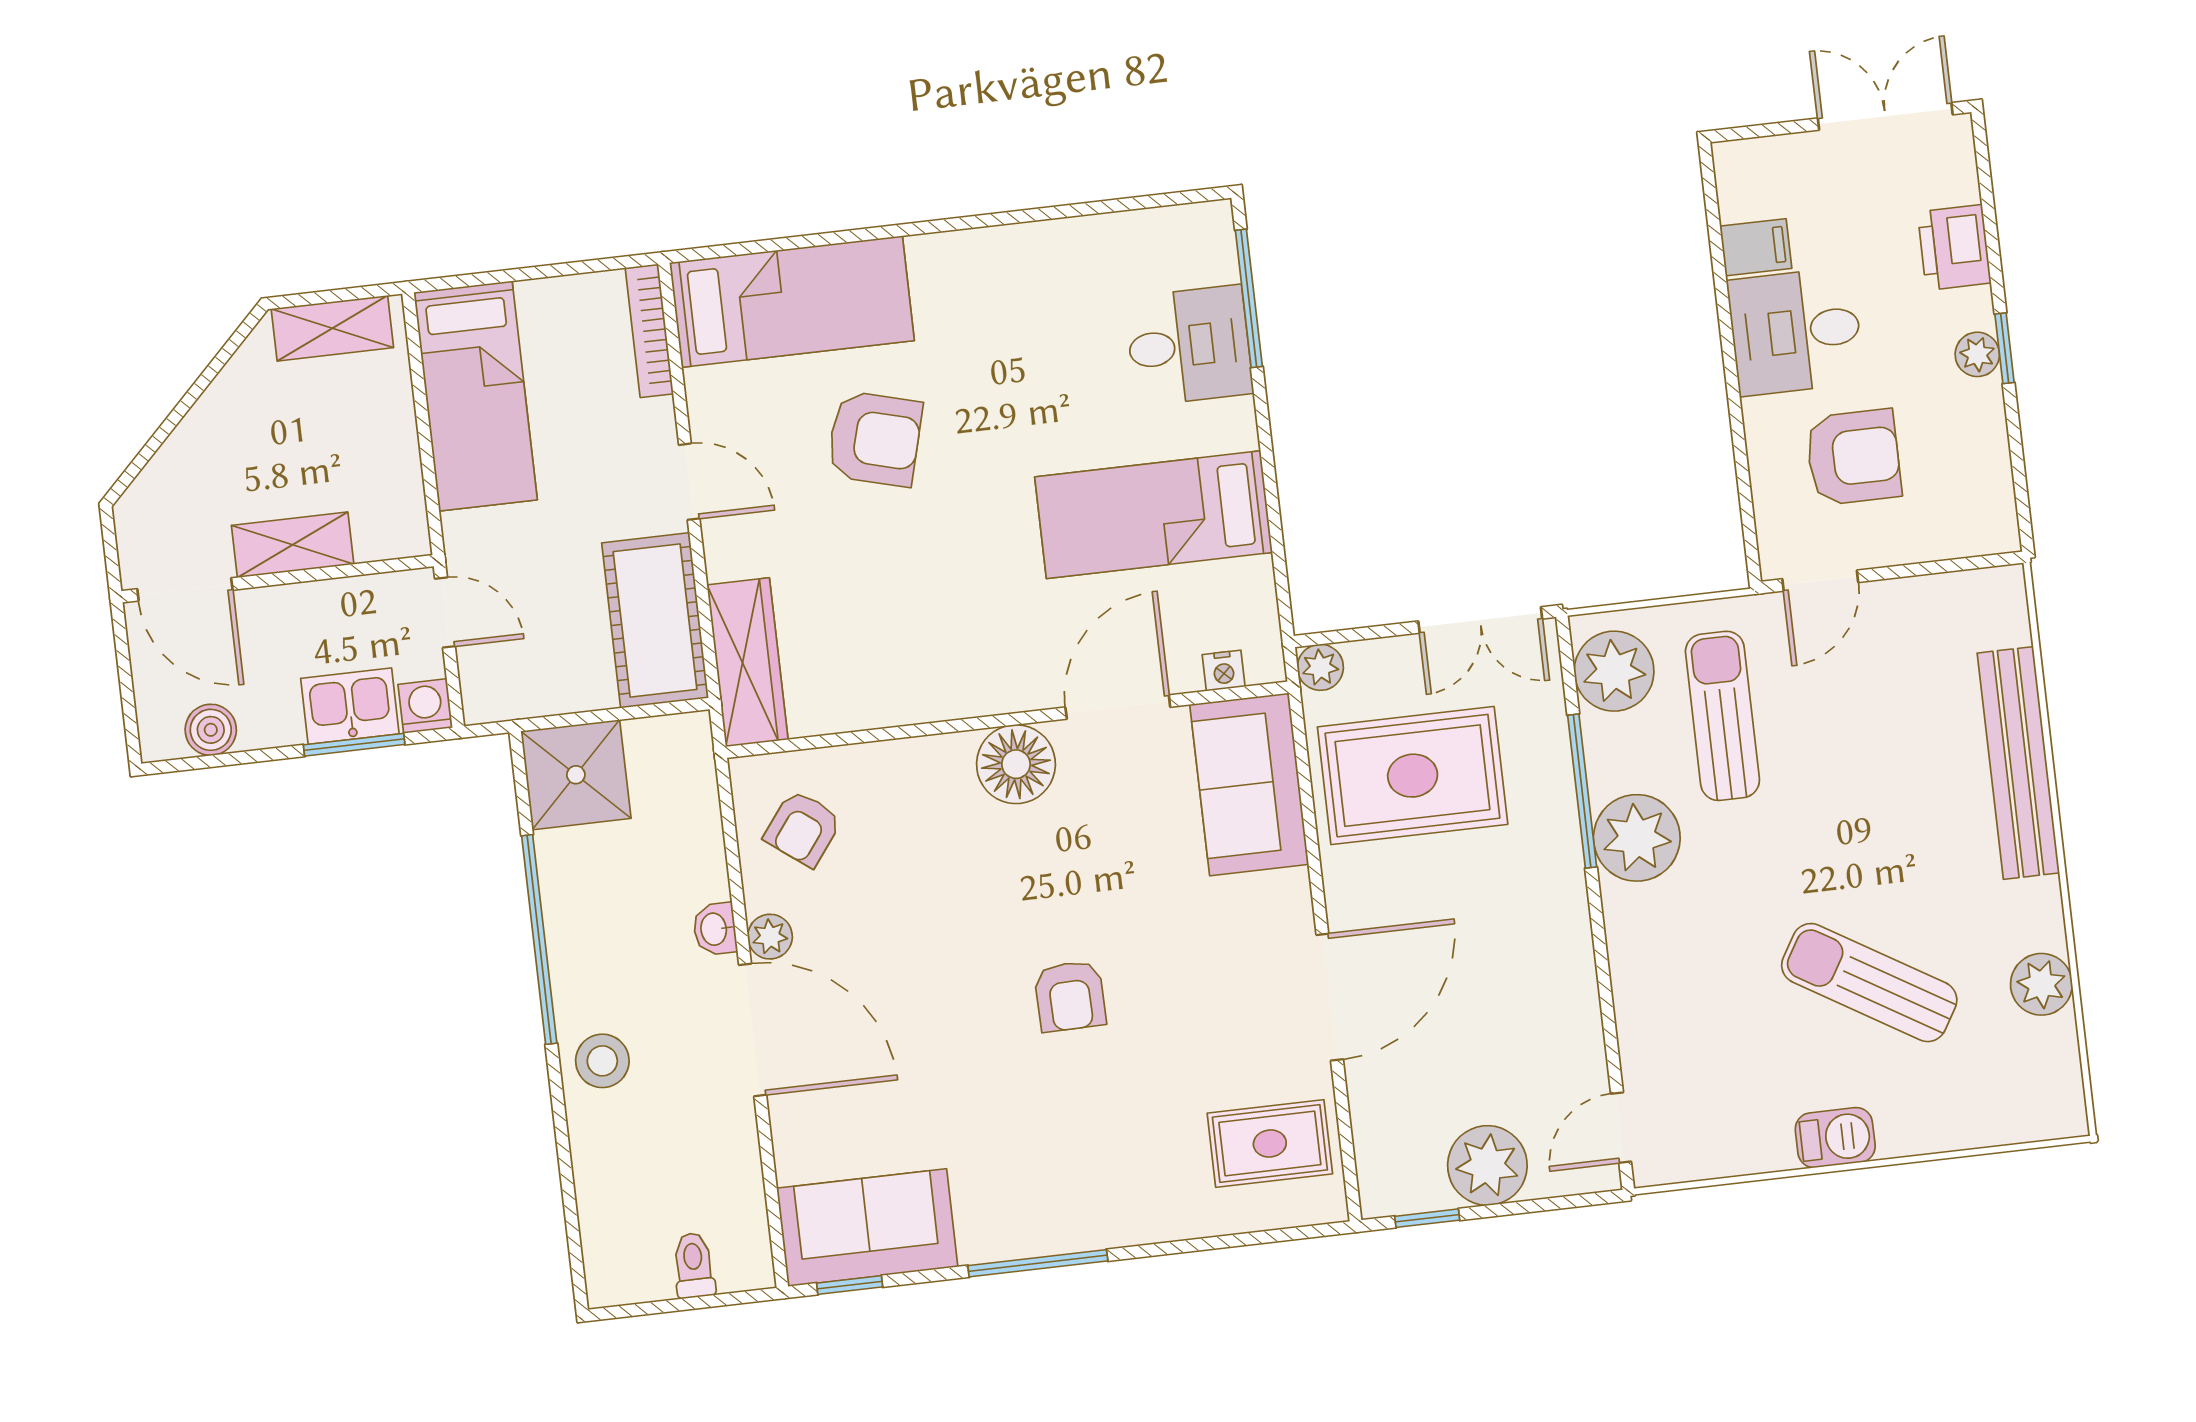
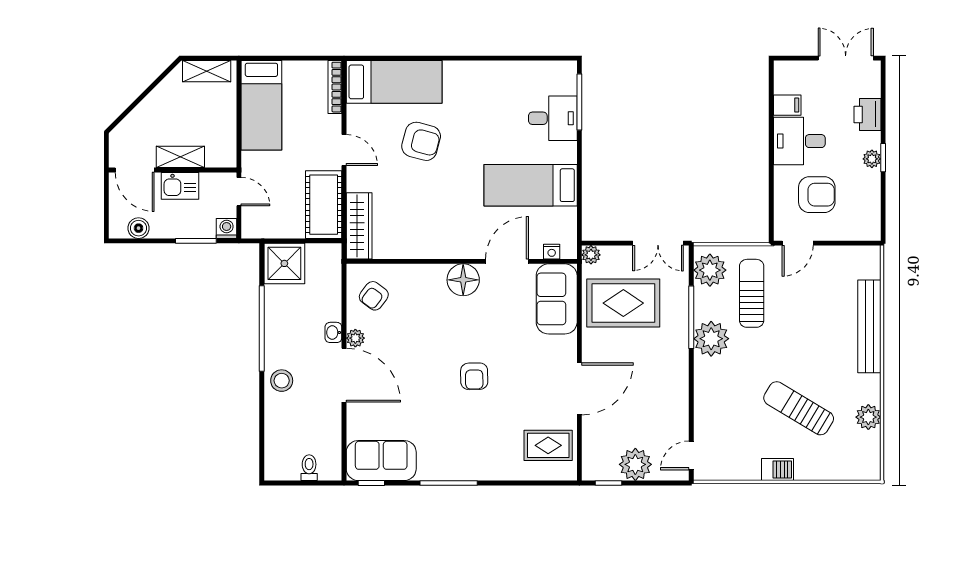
kitchen sink: (350, 706) -> (180, 186), moved, turned 180

